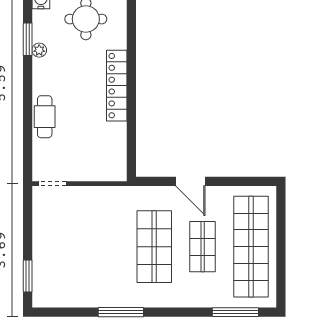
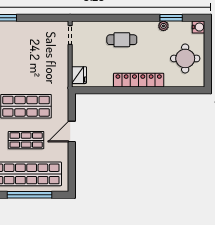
cafe table: (45, 117) -> (122, 40), moved
fridge: (110, 171) -> (79, 75), added
window: (281, 242) -> (29, 195), added

